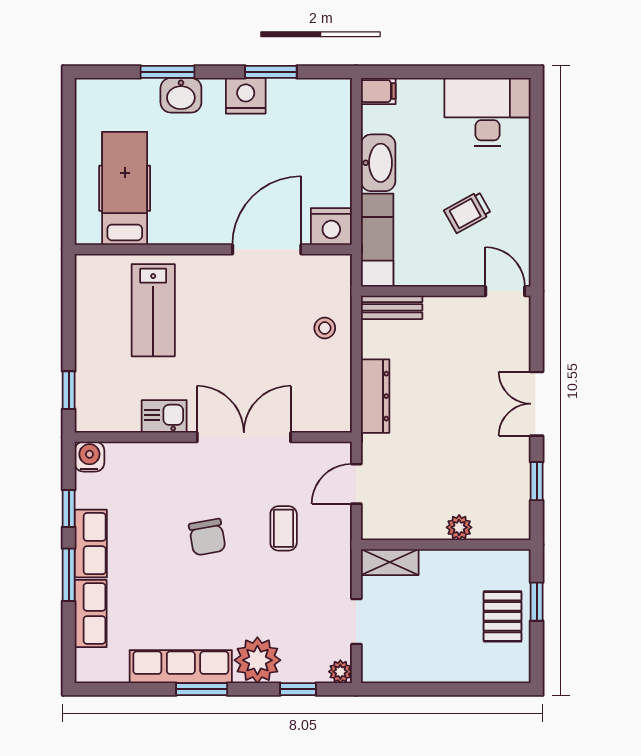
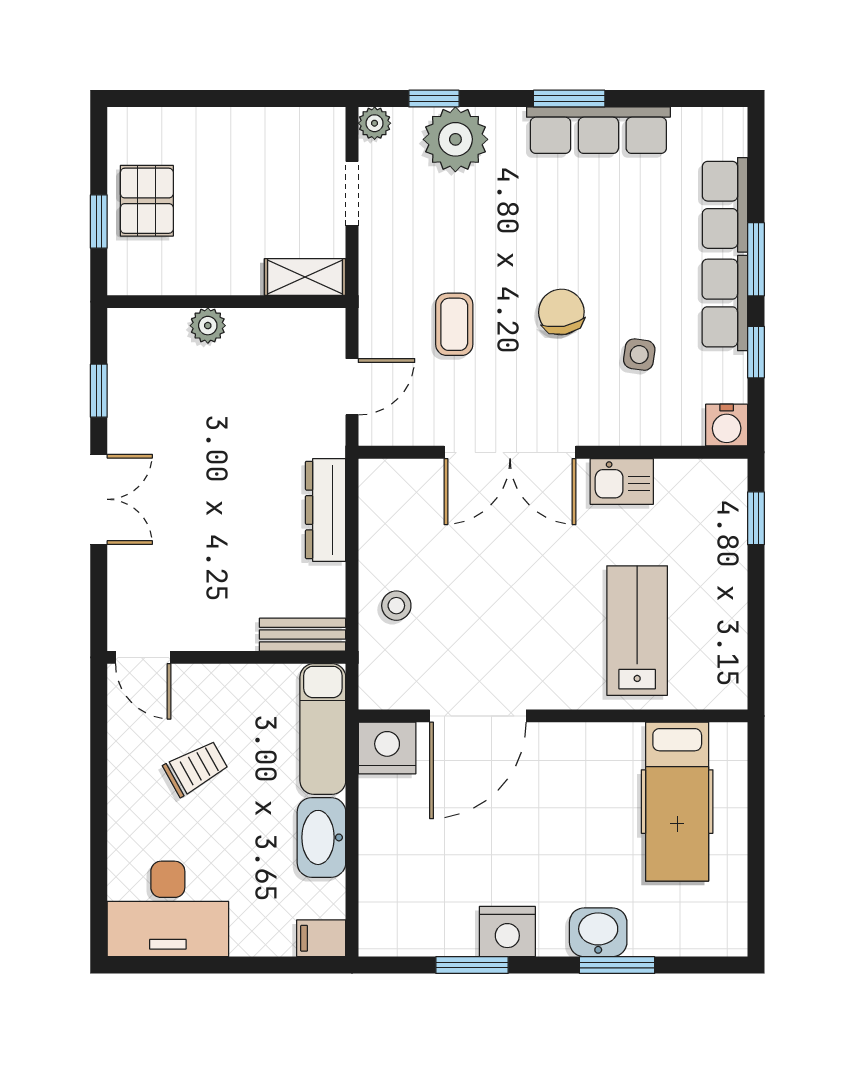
side table: (152, 507) -> (639, 355), added
plant: (257, 660) -> (455, 139), moved

